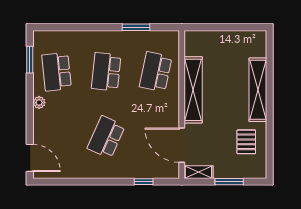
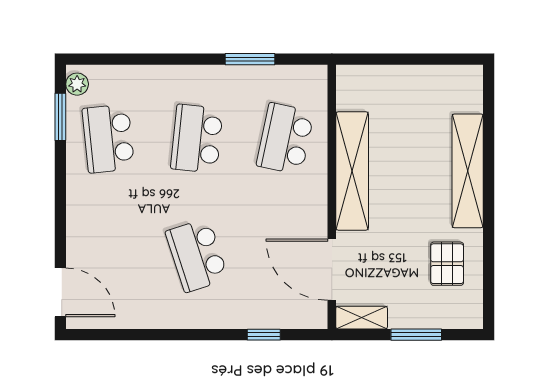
plant: (39, 103) -> (77, 84), moved
school desk: (106, 137) -> (197, 255), turned -42

